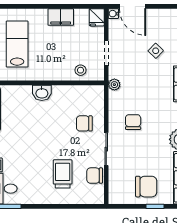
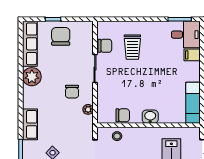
plant: (114, 85) -> (88, 109), moved
chair: (84, 123) -> (123, 115), moved
chair: (146, 187) -> (61, 36), turned 90

